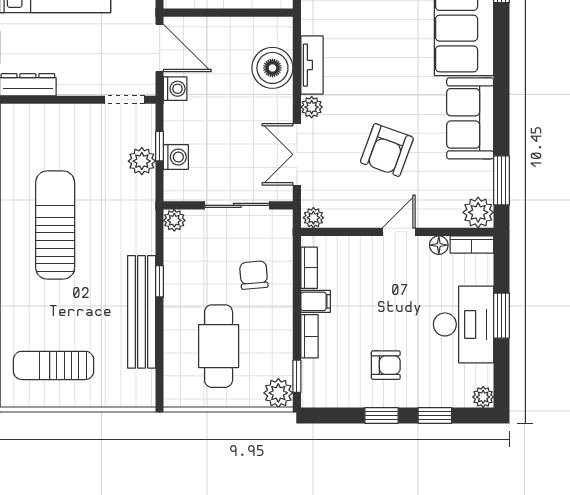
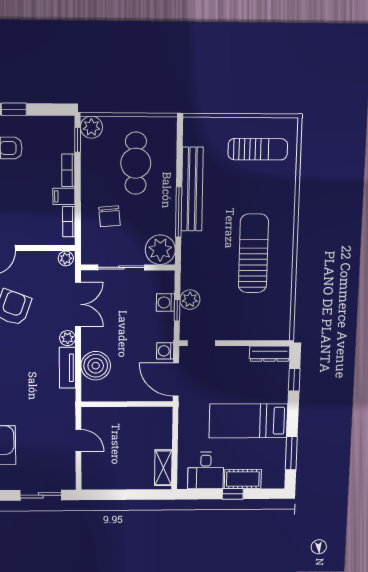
plant: (174, 220) -> (160, 250), width x1.88, depth x1.88
sun lounger: (55, 225) -> (253, 253), turned 180
window: (159, 281) -> (179, 212), width x2.17

